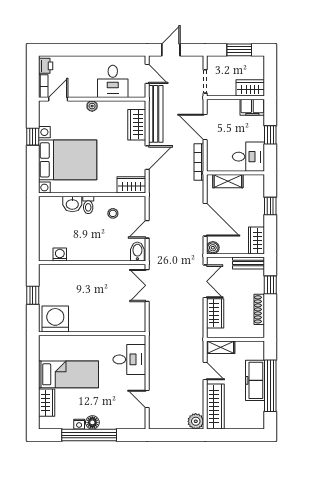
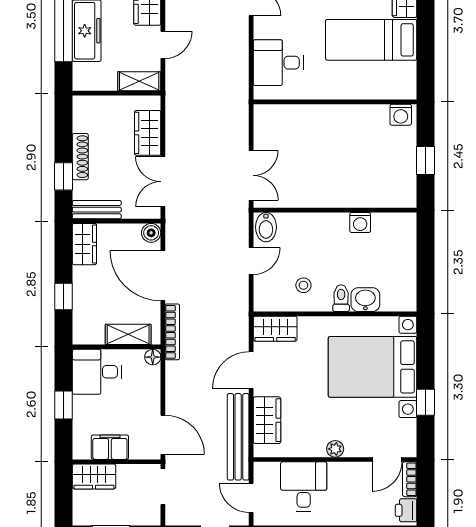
filing cabinet: (252, 107) -> (110, 447), moved
door: (205, 127) -> (163, 435), moved
bookcase: (199, 162) -> (172, 332), moved
floor lamp: (212, 166) -> (153, 357), added
washing machine: (60, 255) -> (360, 222), moved
shoe rack: (259, 309) -> (80, 157), moved
washing machine: (55, 319) -> (401, 115), width x0.53, depth x0.53
door: (205, 371) -> (163, 45), swing flipped

